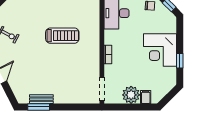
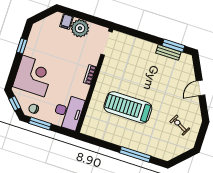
treadmill: (62, 36) -> (128, 107), width x1.37, depth x1.38
corner desk: (160, 50) -> (33, 76), moved

